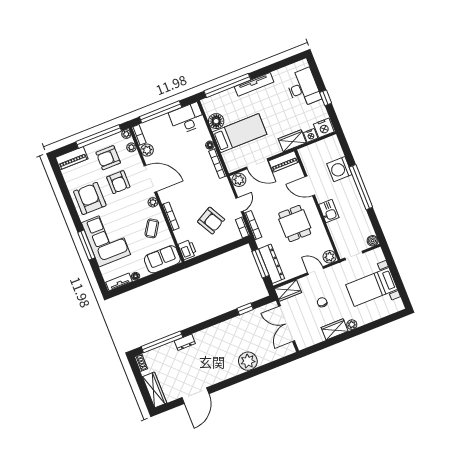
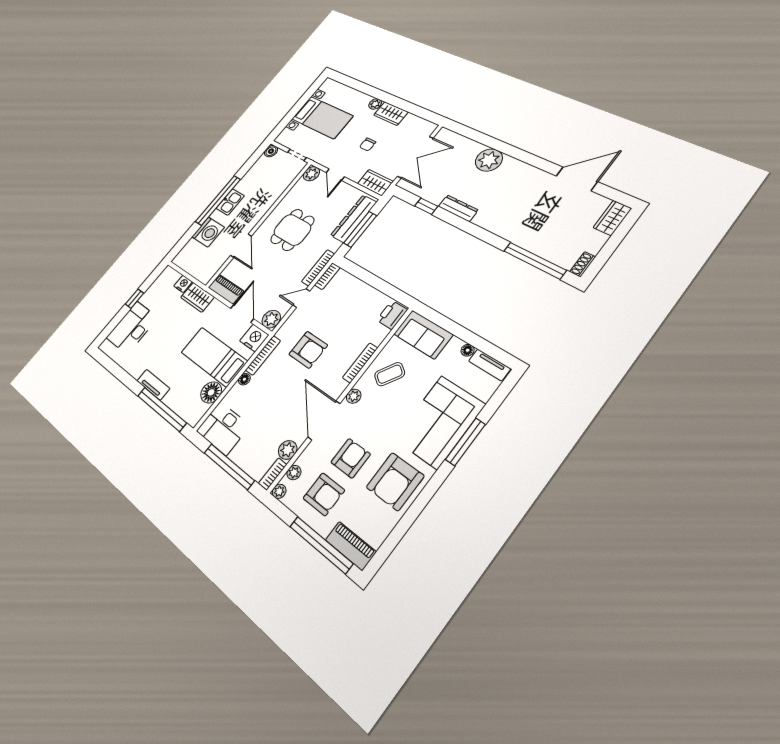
tv unit: (254, 84) -> (153, 385), width x0.71
nightstand: (324, 128) -> (254, 338), moved
window: (99, 136) -> (321, 545), moved
kitchen sink: (329, 211) -> (230, 202), moved, turned 180
armchair: (211, 221) -> (308, 350), moved, turned 119
dresser: (185, 342) -> (458, 208), moved, width x1.44
wardrobe: (155, 390) -> (612, 218), width x0.67

